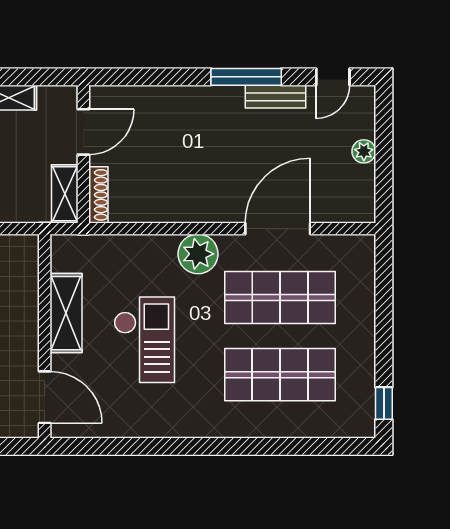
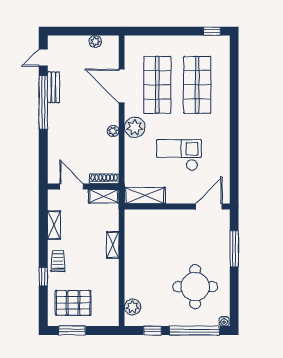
window: (246, 77) -> (43, 102), width x1.46
door: (333, 77) -> (43, 58), swing flipped
plant: (364, 151) -> (95, 42), moved
plant: (191, 212) -> (113, 131), added
shelving: (66, 313) -> (145, 195), moved

